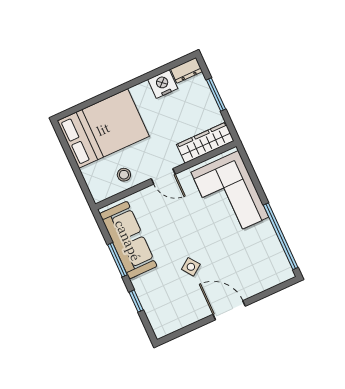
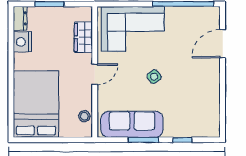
wardrobe: (205, 143) -> (83, 37), width x0.67
stool: (124, 175) -> (84, 116), moved
side table: (191, 267) -> (154, 77), moved
door: (229, 310) -> (223, 44), moved

